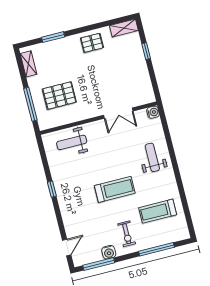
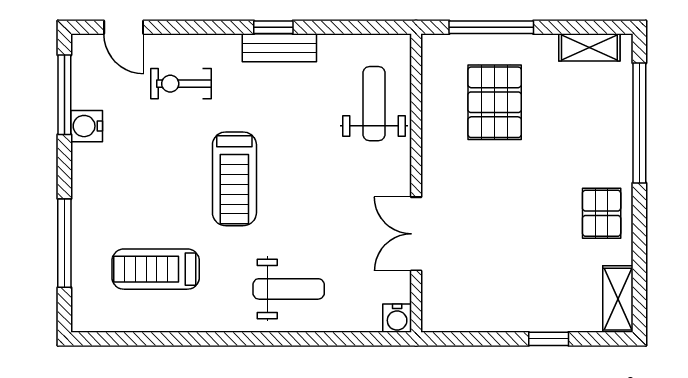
window: (53, 37) -> (639, 123), width x2.11
bench: (59, 185) -> (279, 48), added
treadmill: (158, 211) -> (156, 269), turned -90
exercise bike: (127, 234) -> (181, 84), moved

